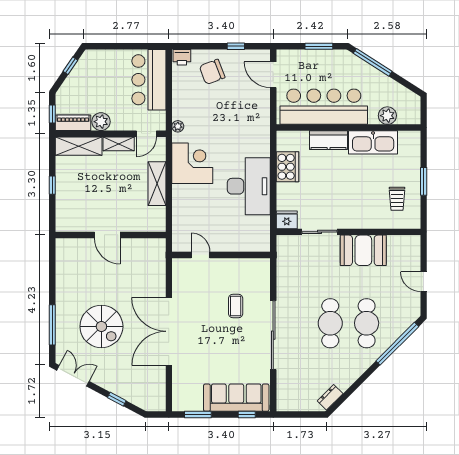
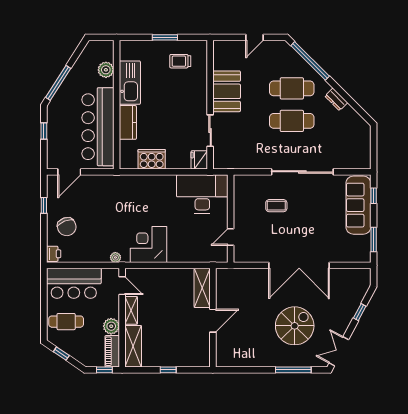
window: (319, 46) -> (44, 131), width x0.67
cafe table: (106, 71) -> (66, 322), added
shelving: (157, 184) -> (202, 288), moved, turned 90
desk: (249, 186) -> (202, 194), moved
trolley: (397, 199) -> (180, 61), turned 180
dresser: (330, 397) -> (336, 99), moved

